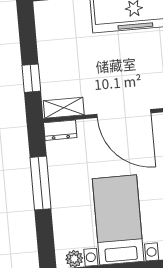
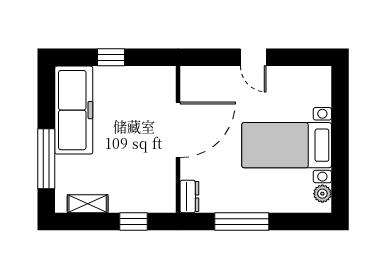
shelving: (64, 108) -> (88, 204), moved, turned 90

